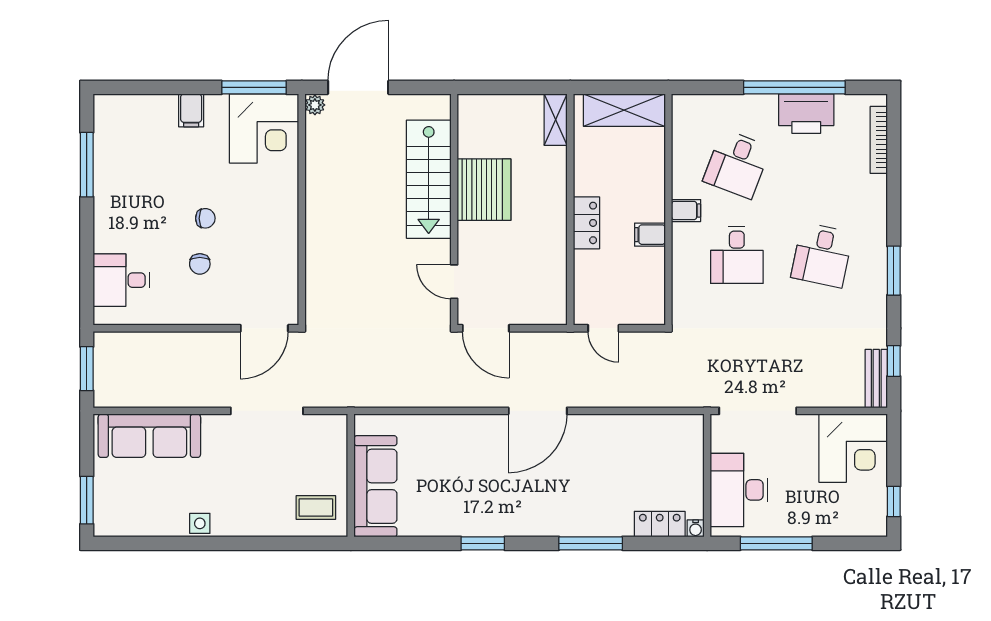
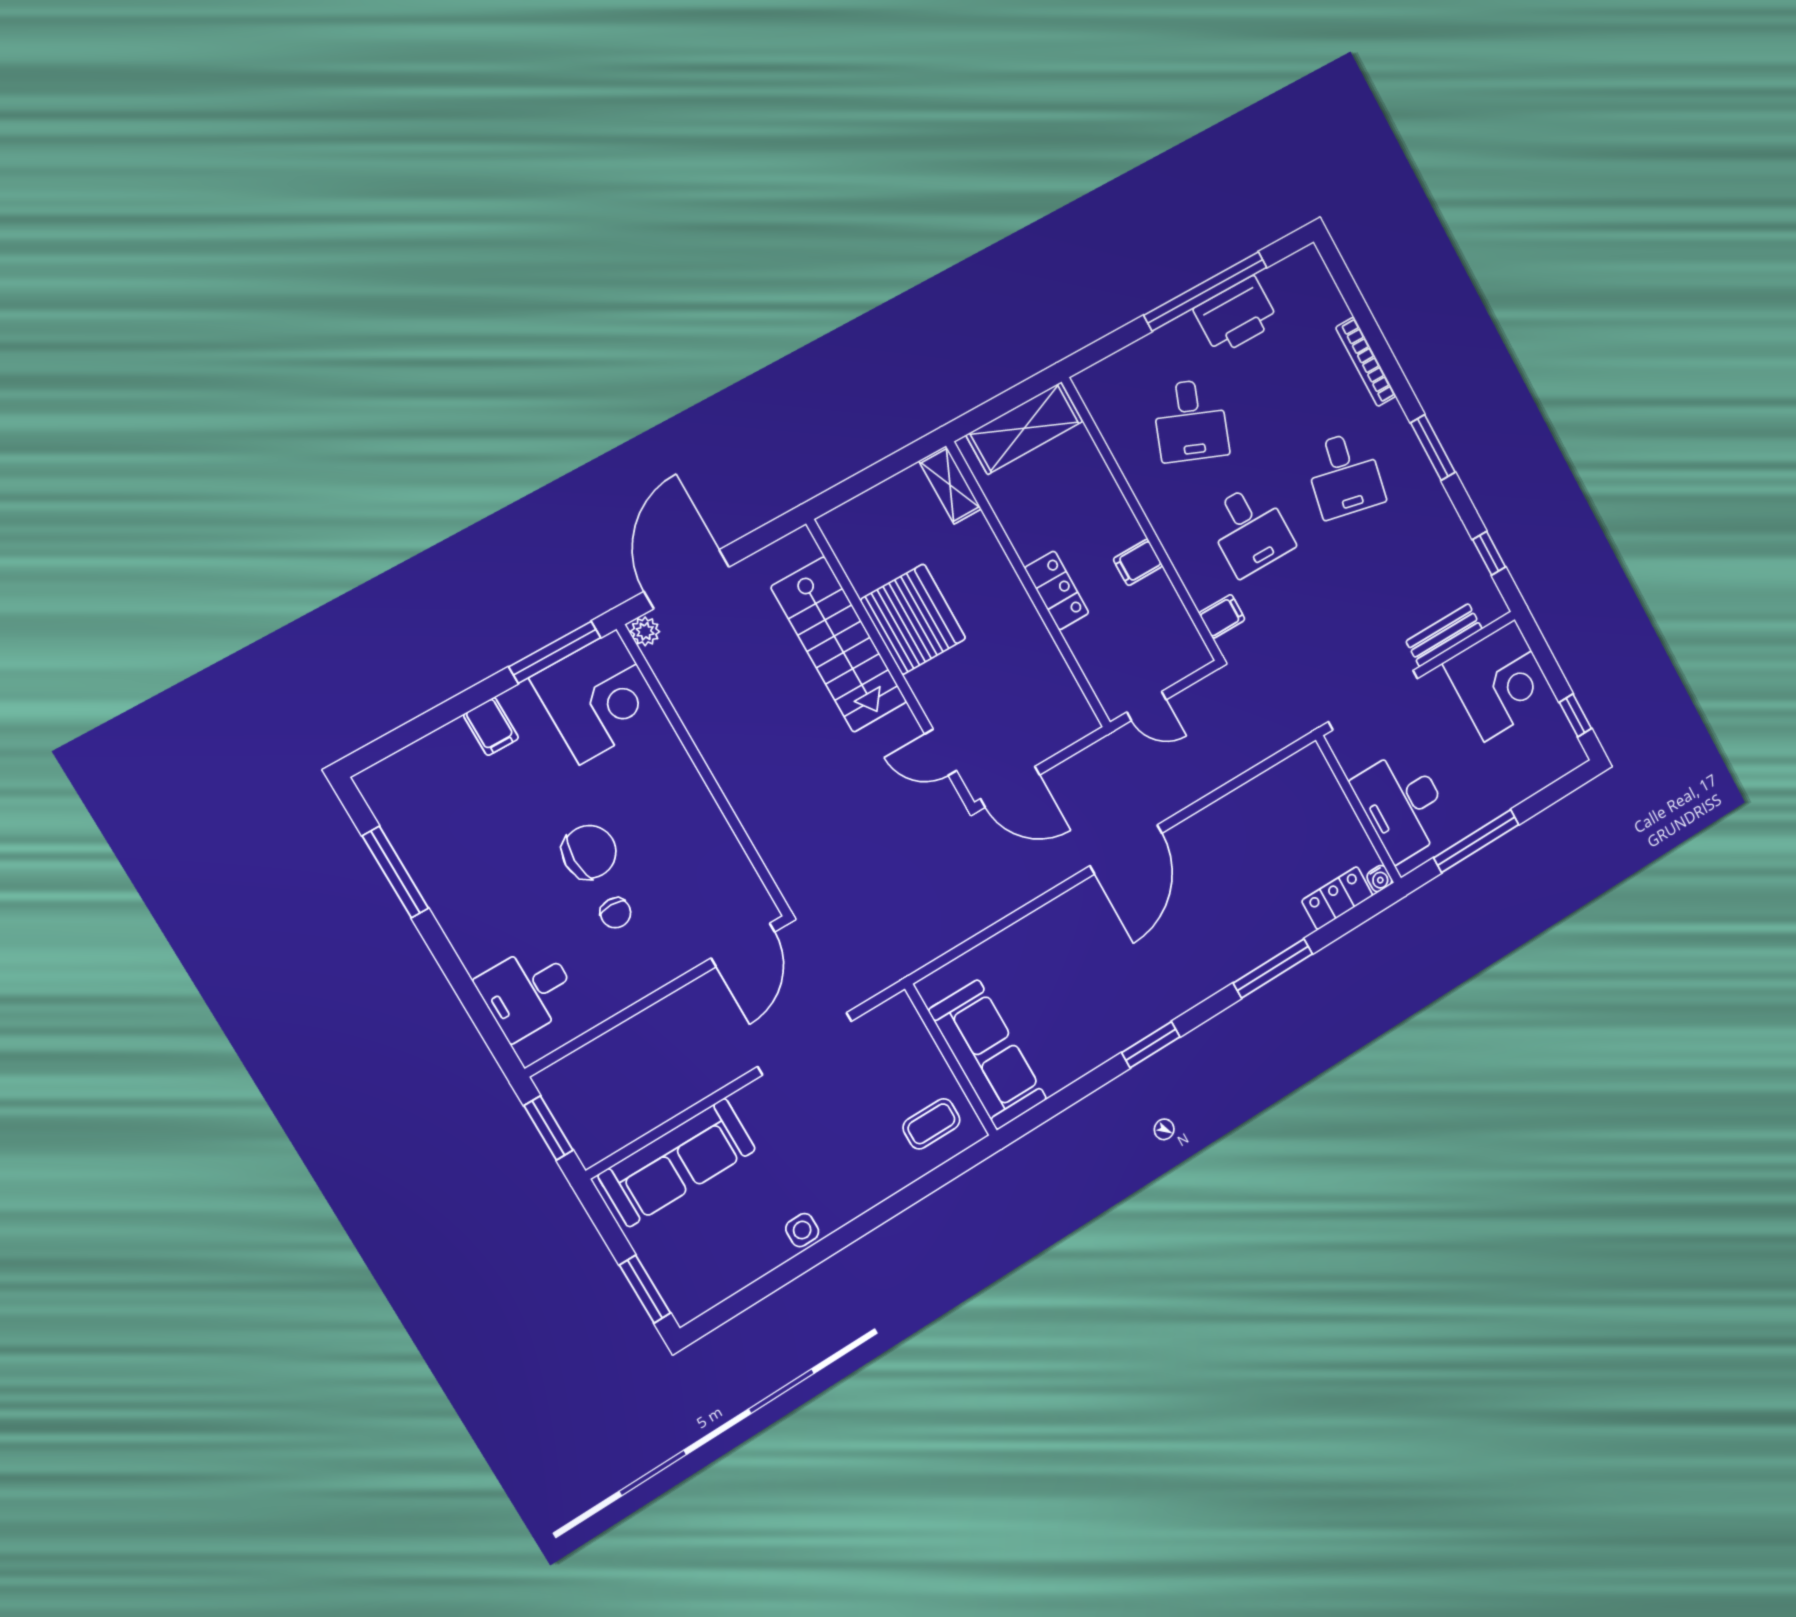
bookcase: (879, 140) -> (1366, 362), moved
filing cabinet: (686, 211) -> (1222, 616), moved
chair: (205, 218) -> (589, 852), width x1.87, depth x1.87
bench: (876, 379) -> (1444, 635), moved, turned 90

